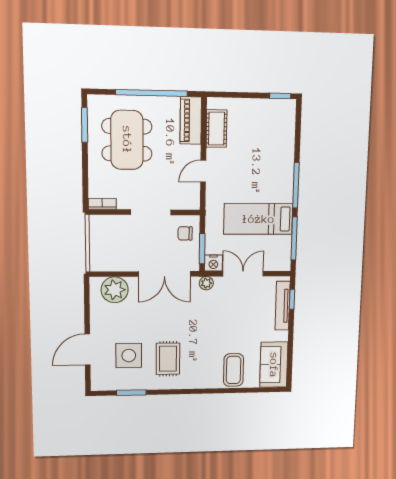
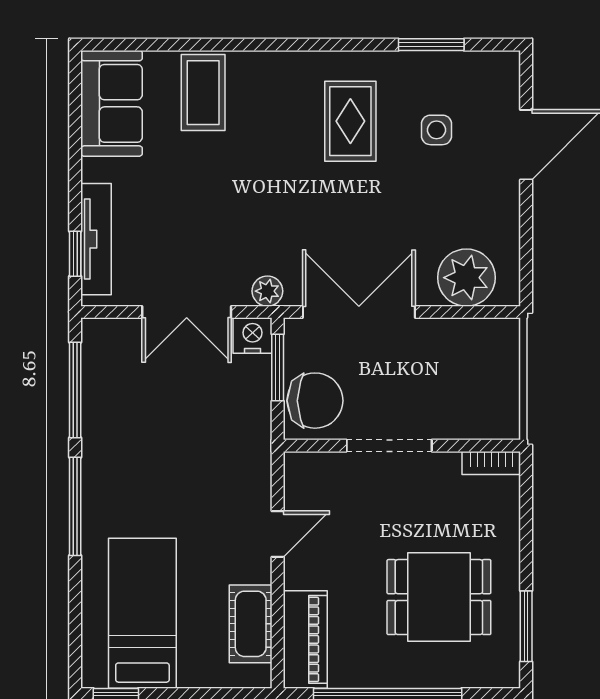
dining table: (127, 140) -> (439, 597), width x0.73
bed: (258, 219) -> (142, 613), moved, turned -90
chair: (185, 233) -> (315, 401), width x1.87, depth x1.87
side table: (129, 356) -> (437, 130), width x0.54, depth x0.54

